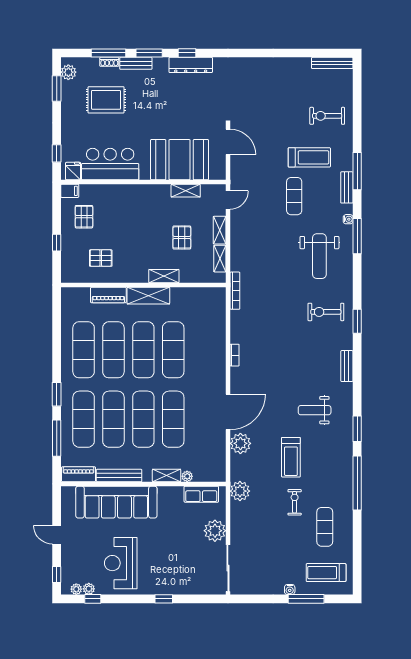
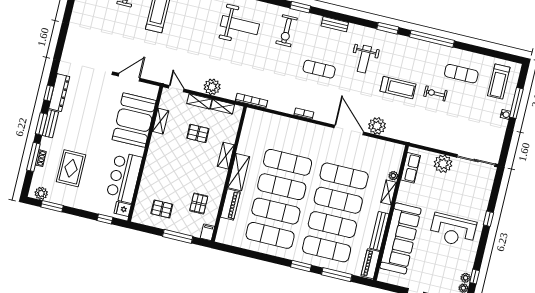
bench: (136, 63) -> (50, 124), moved
filing cabinet: (70, 191) -> (208, 232), moved
exercise mat: (294, 196) -> (319, 69), moved
window: (57, 243) -> (178, 236), width x2.17
plant: (240, 491) -> (212, 87), moved
reception desk: (121, 563) -> (453, 230), moved

